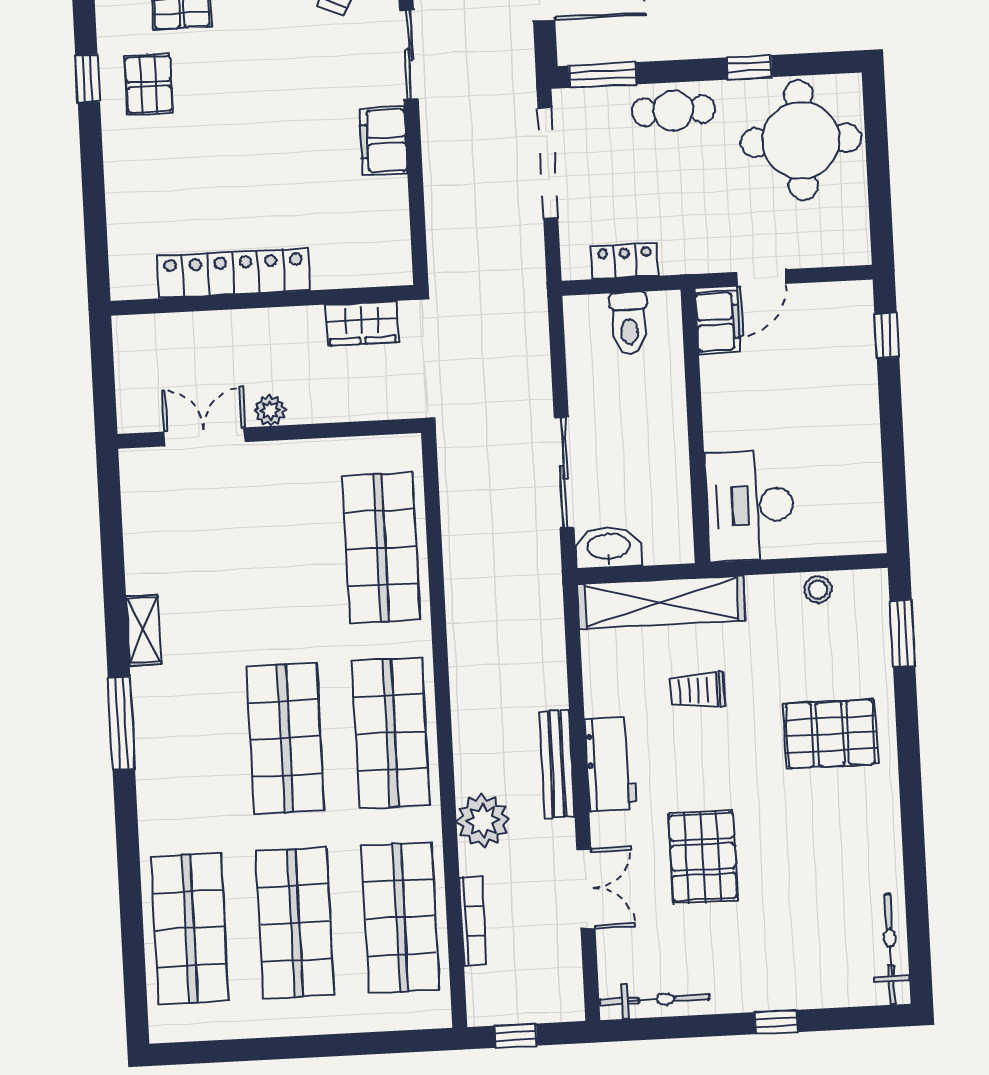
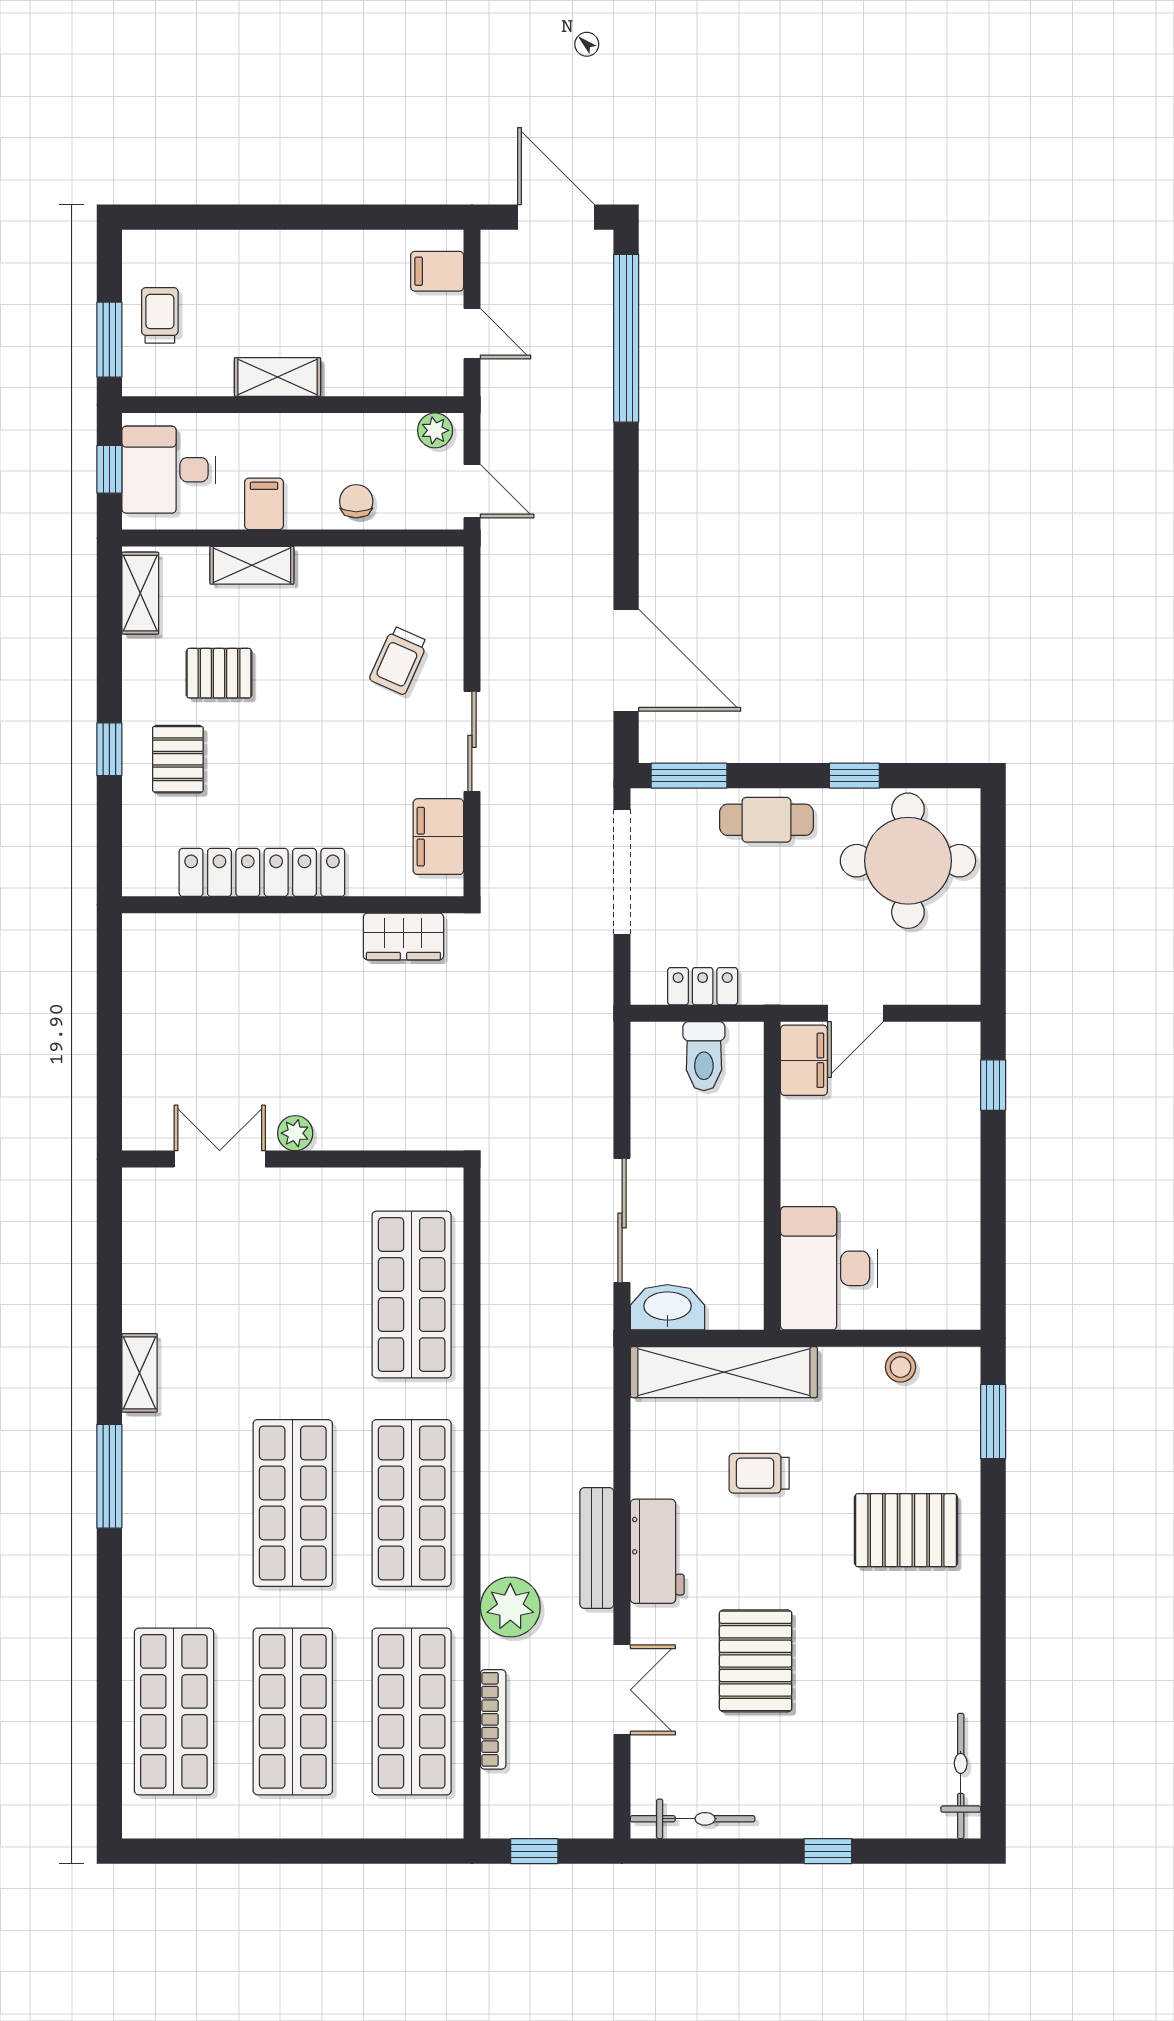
locker: (233, 273) -> (262, 872), moved
wall: (262, 300) -> (293, 905), moved
wardrobe: (362, 323) -> (403, 936), moved

